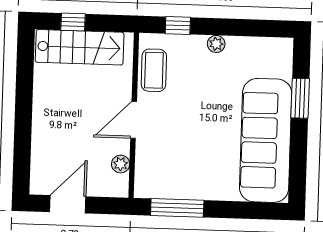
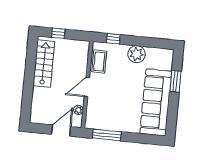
plant: (216, 44) -> (137, 54), width x1.87, depth x1.87
stairs: (80, 47) -> (44, 64), moved, turned -90
door: (68, 204) -> (61, 130), moved

